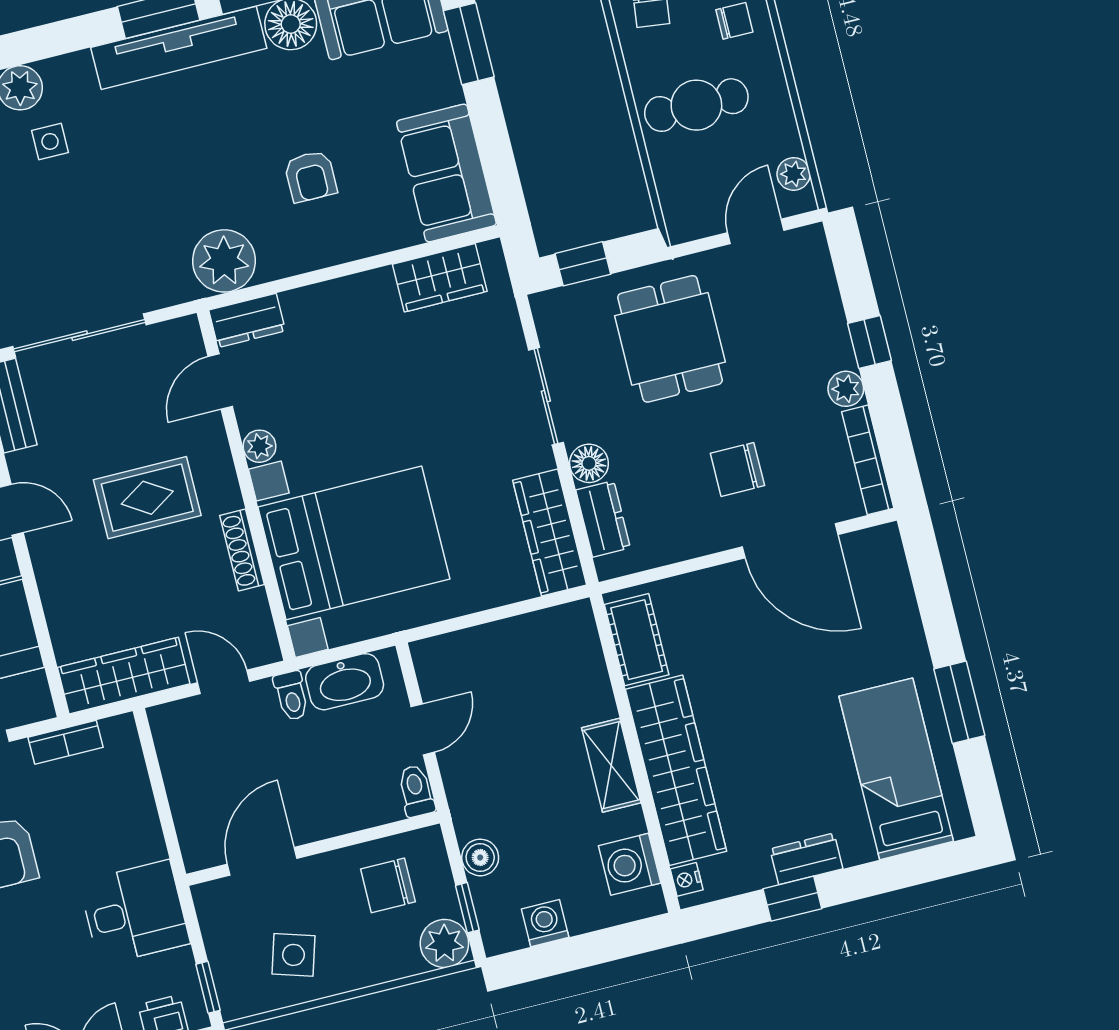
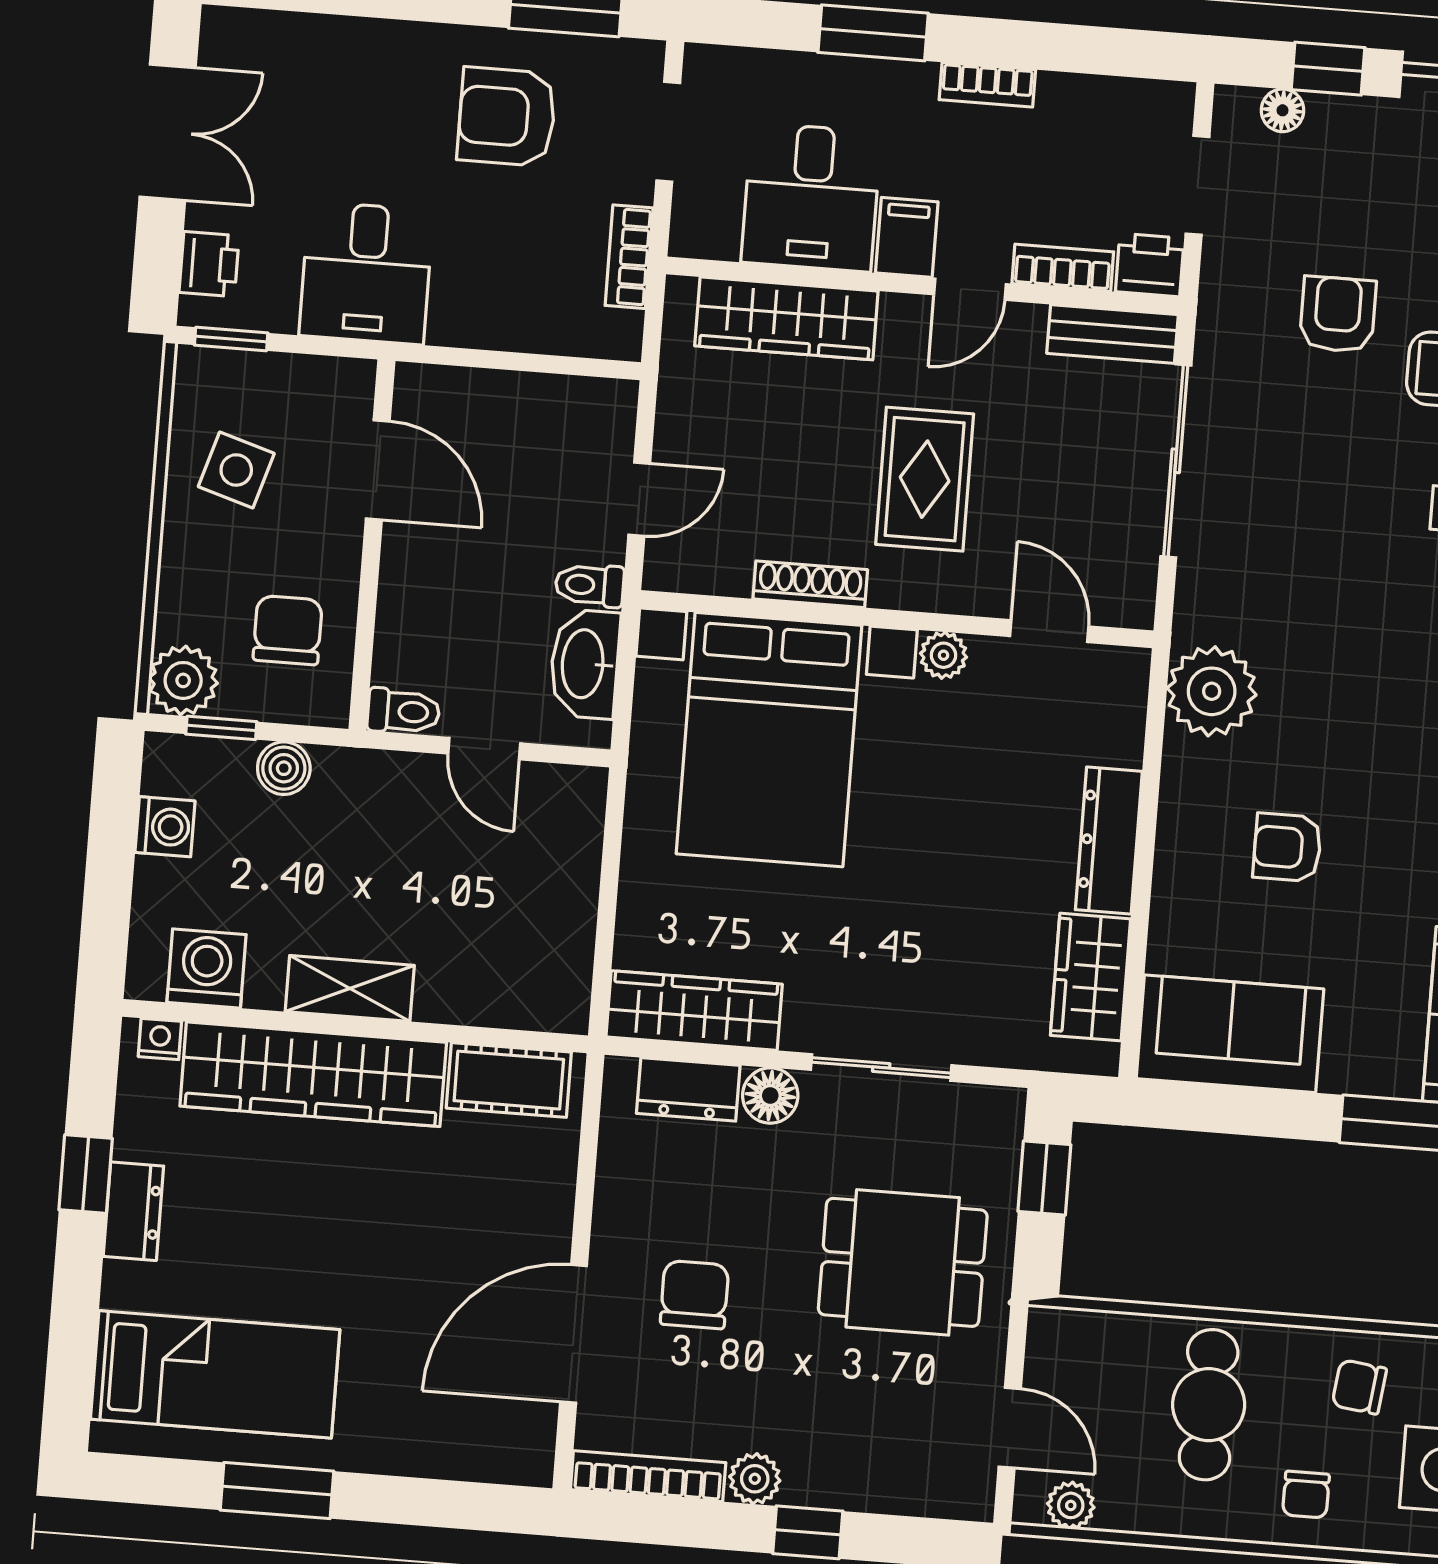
dresser: (247, 320) -> (1109, 841), moved, width x1.44
wardrobe: (124, 676) -> (786, 318), moved, turned 90

